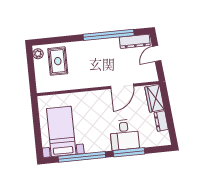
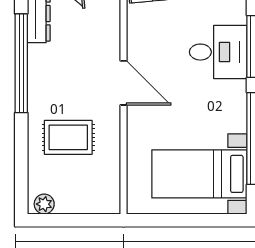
rug: (58, 61) -> (68, 137), moved
door: (122, 86) -> (124, 83), moved

